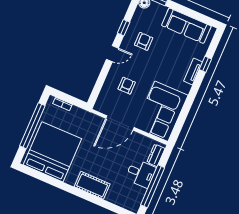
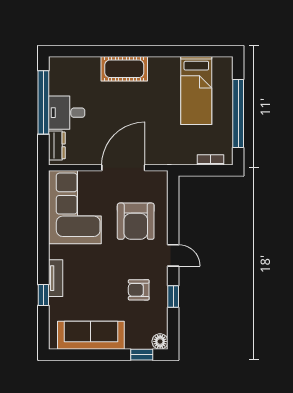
armchair: (144, 41) -> (139, 290), turned 90
door: (112, 54) -> (173, 255), swing flipped
armchair: (127, 86) -> (136, 221), width x1.88, depth x1.88
bed: (52, 152) -> (196, 91), width x0.49

